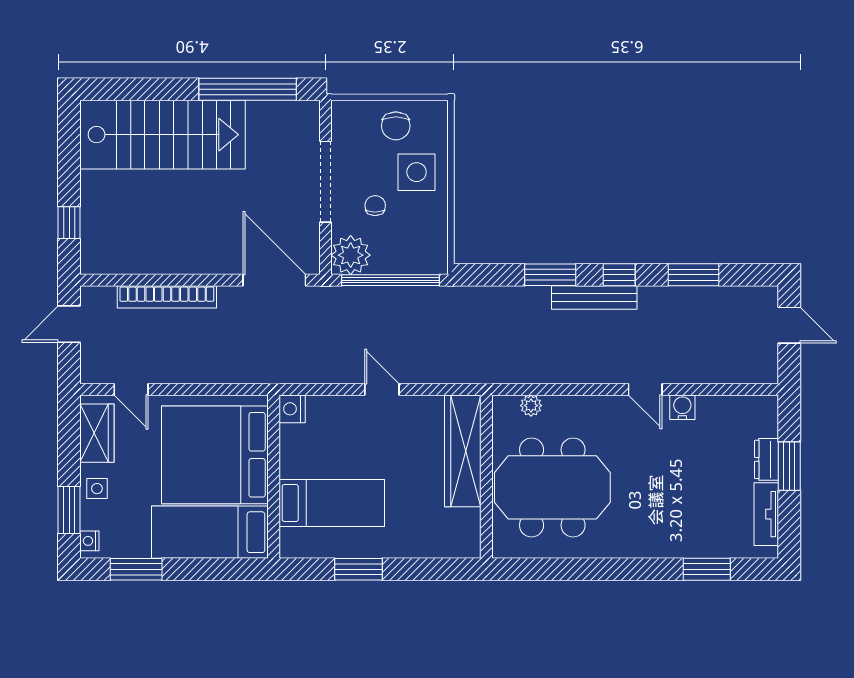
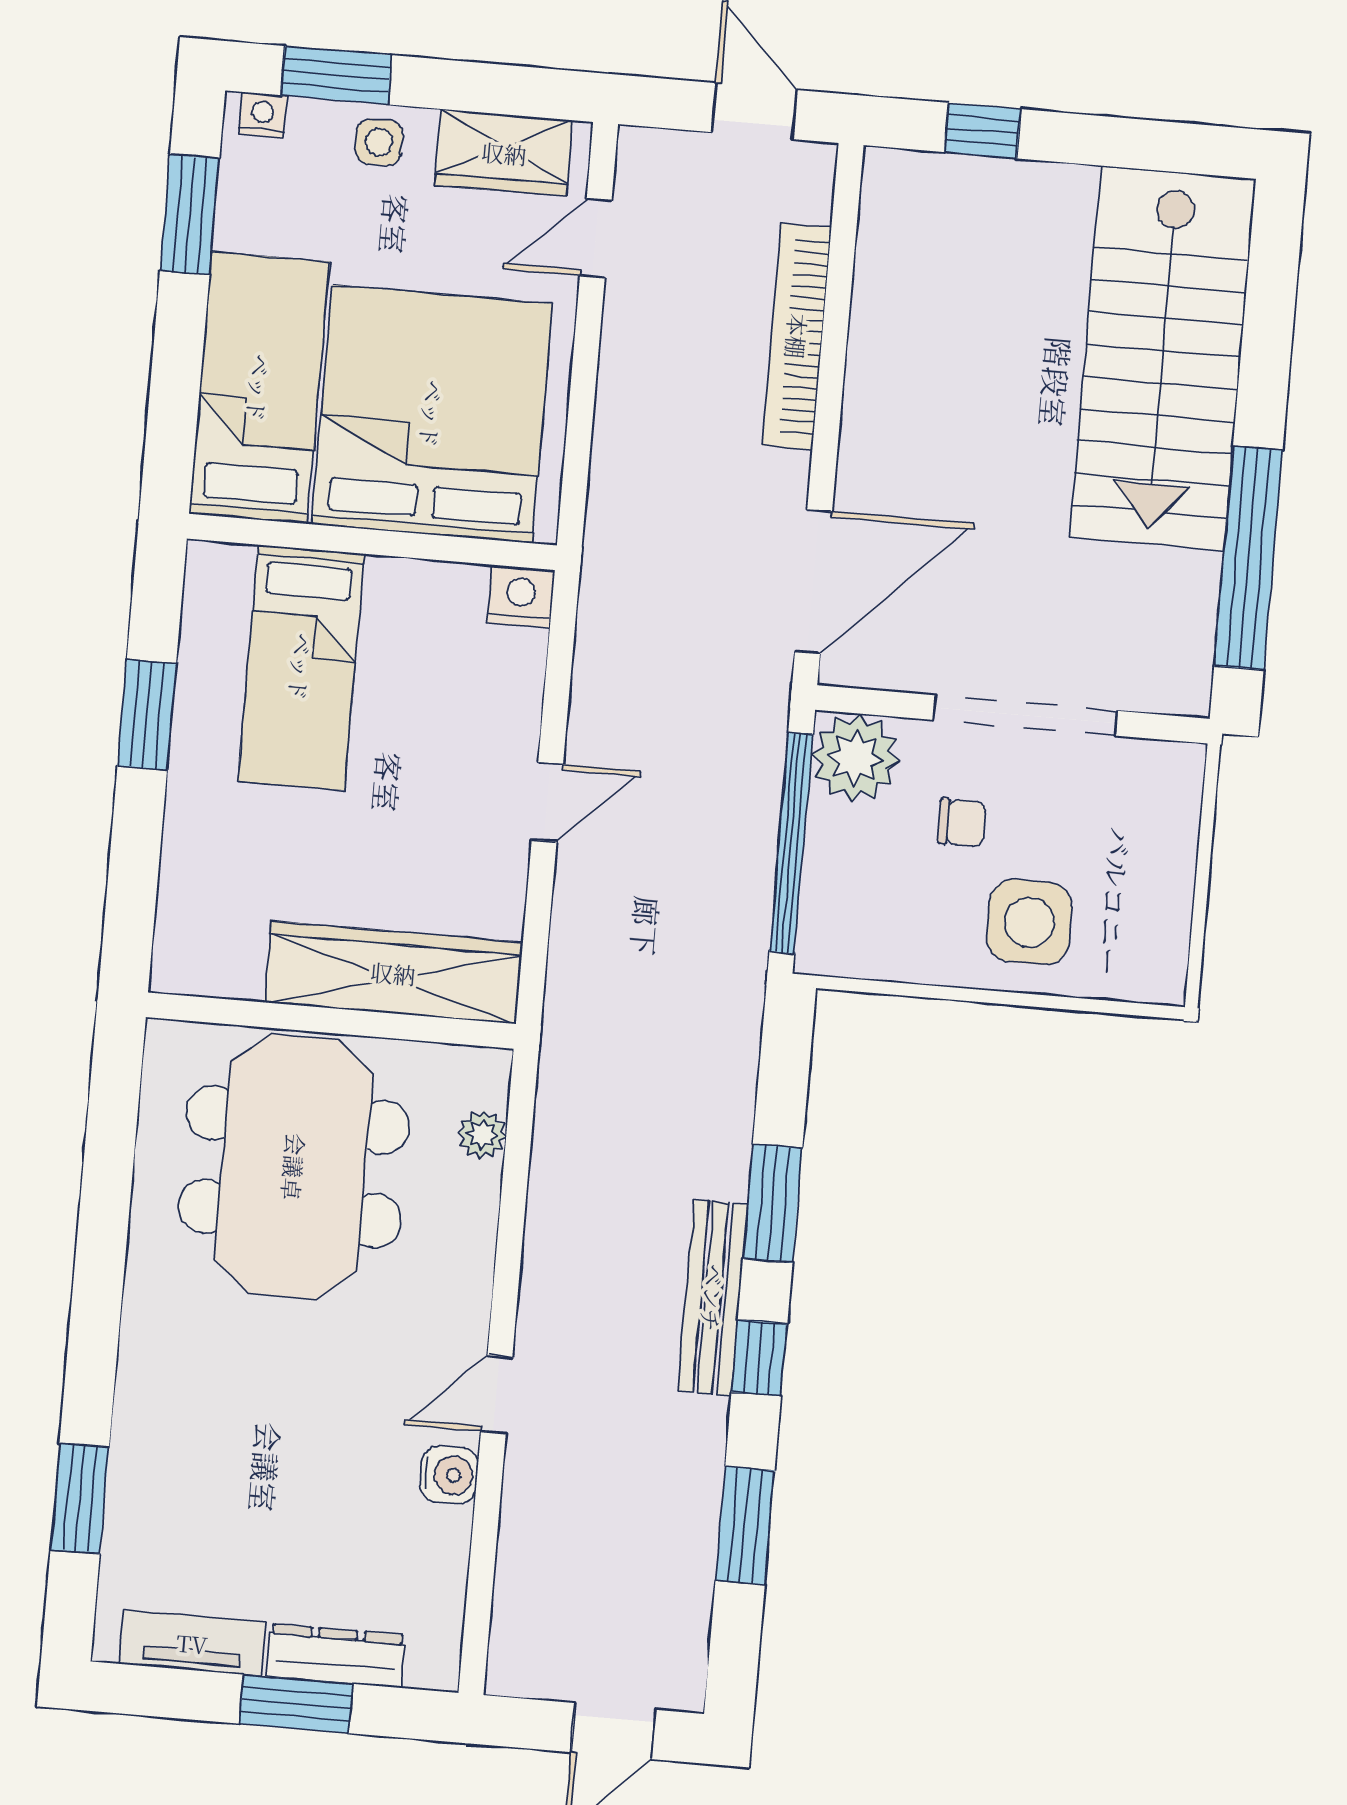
chair: (396, 126) -> (1137, 884), removed
dresser: (767, 459) -> (336, 1656), width x1.44

